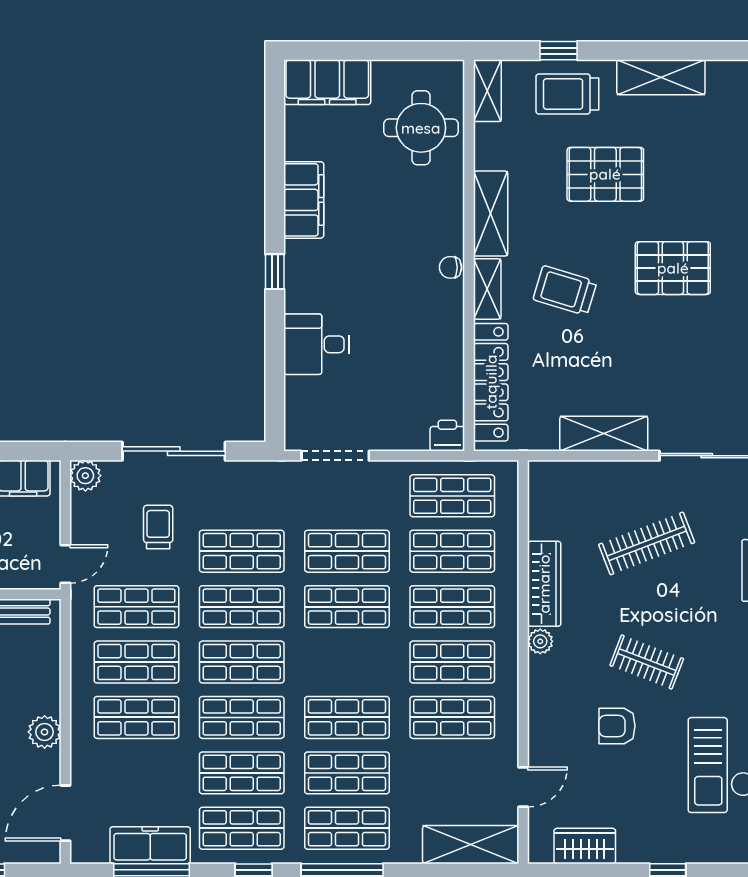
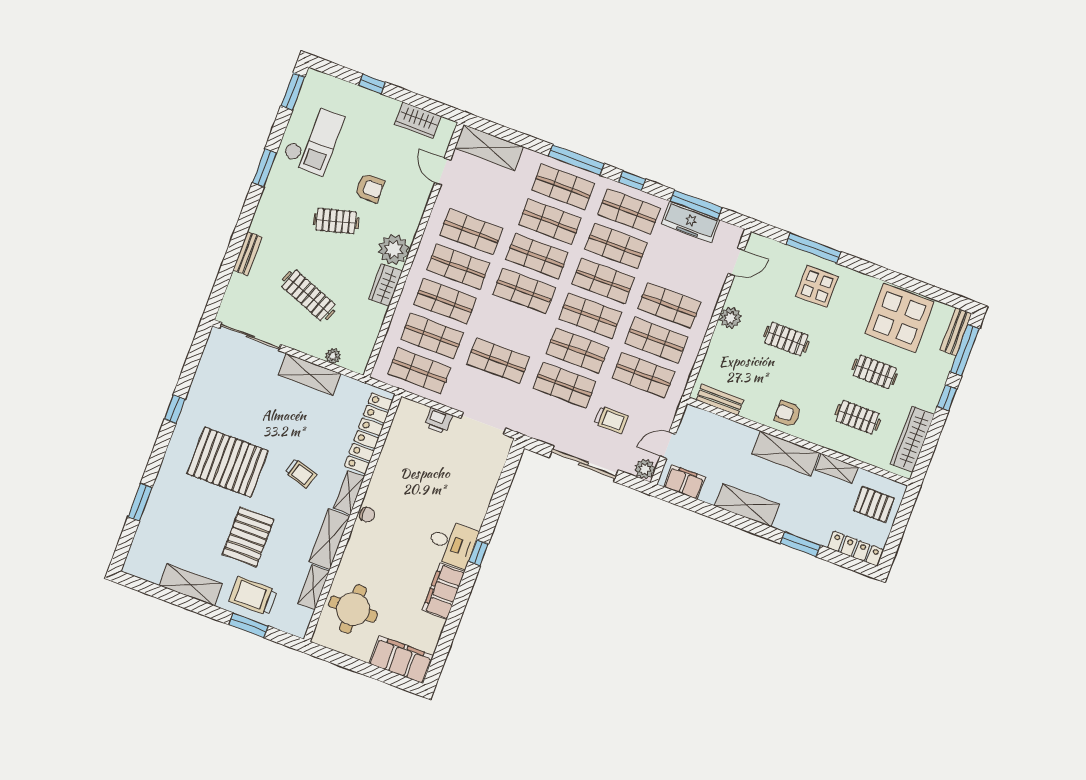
window: (559, 51) -> (249, 625), width x1.50
shelving: (487, 91) -> (314, 587), moved
trolley: (567, 94) -> (253, 596), turned 180
pallet: (605, 174) -> (248, 537), turned 90
pallet: (673, 268) -> (228, 462), width x1.37, depth x1.41
trolley: (565, 291) -> (301, 473), width x0.73, depth x0.72
desk: (316, 344) -> (452, 544), moved
printer: (447, 436) -> (439, 421), moved
plant: (581, 472) -> (333, 356), added
trolley: (158, 527) -> (611, 420), turned -90
clothes rail: (647, 543) -> (308, 295), turned 42
door: (65, 564) -> (668, 445), moved
wardrobe: (544, 584) -> (385, 285), width x0.67
shop shelf: (347, 607) -> (524, 291), moved
plant: (540, 641) -> (394, 249), width x1.88, depth x1.88
clothes rail: (647, 662) -> (336, 221), turned -36
door: (523, 787) -> (443, 171), hinge flipped
door: (65, 813) -> (736, 262), width x0.73

